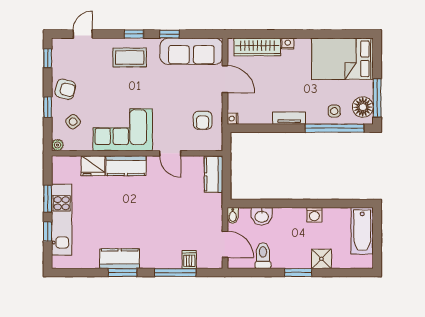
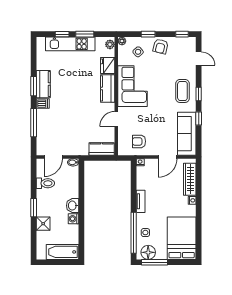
plant: (62, 162) -> (110, 44), added
washbasin: (262, 216) -> (73, 206), moved
dishwasher: (189, 259) -> (43, 104), moved

